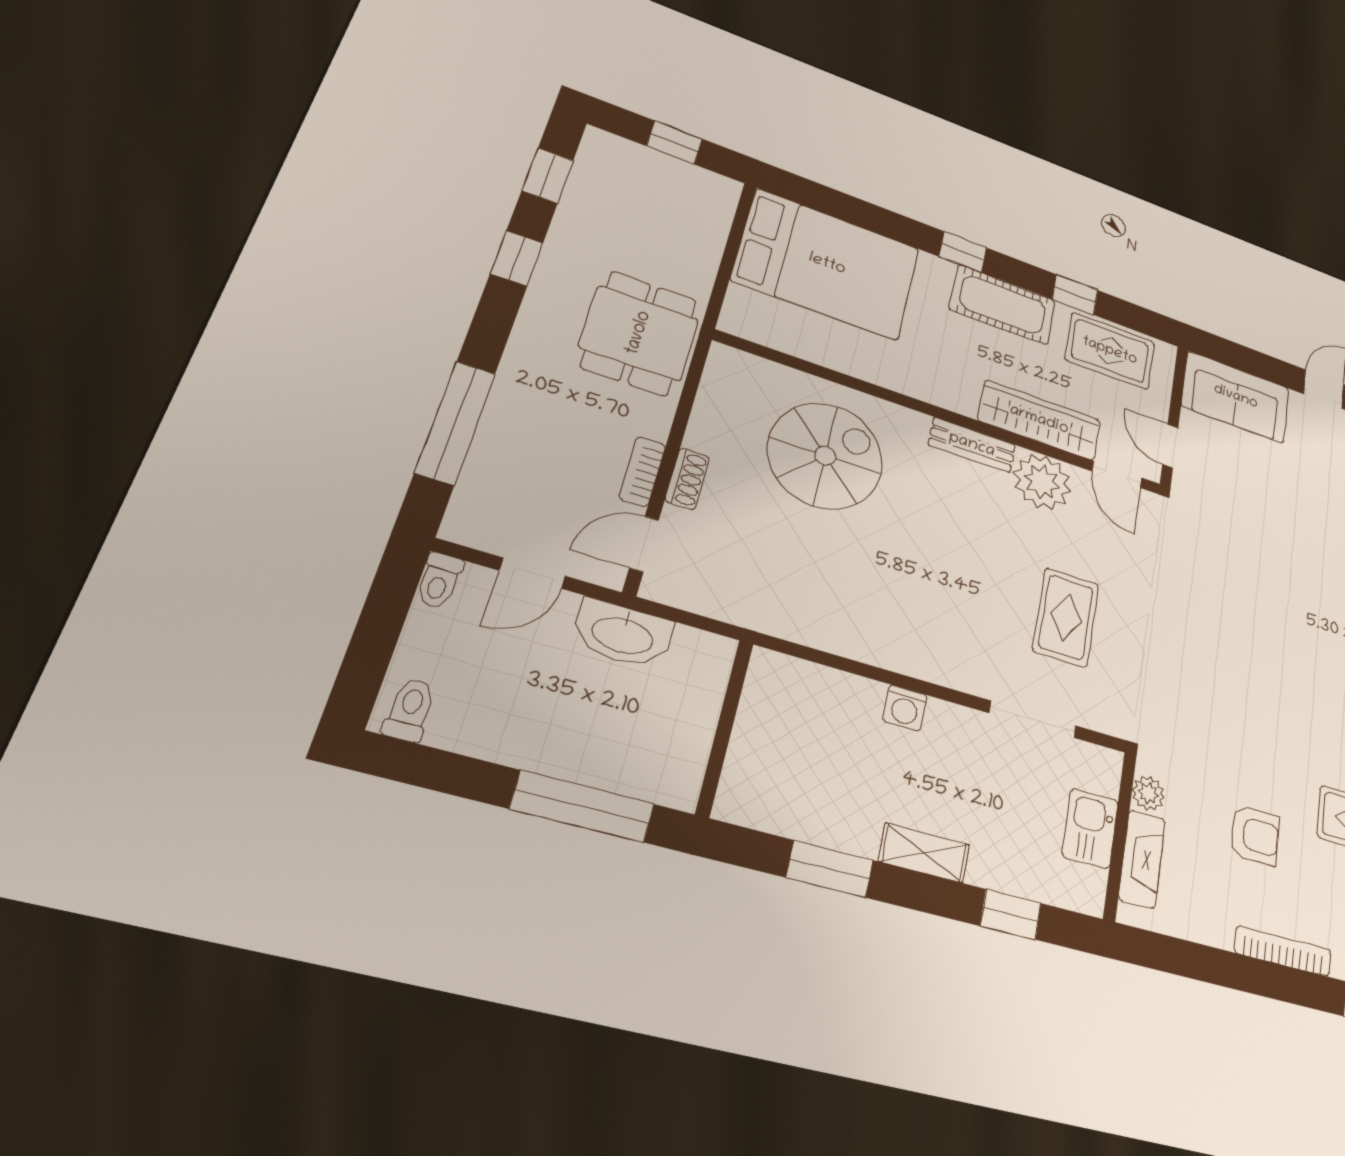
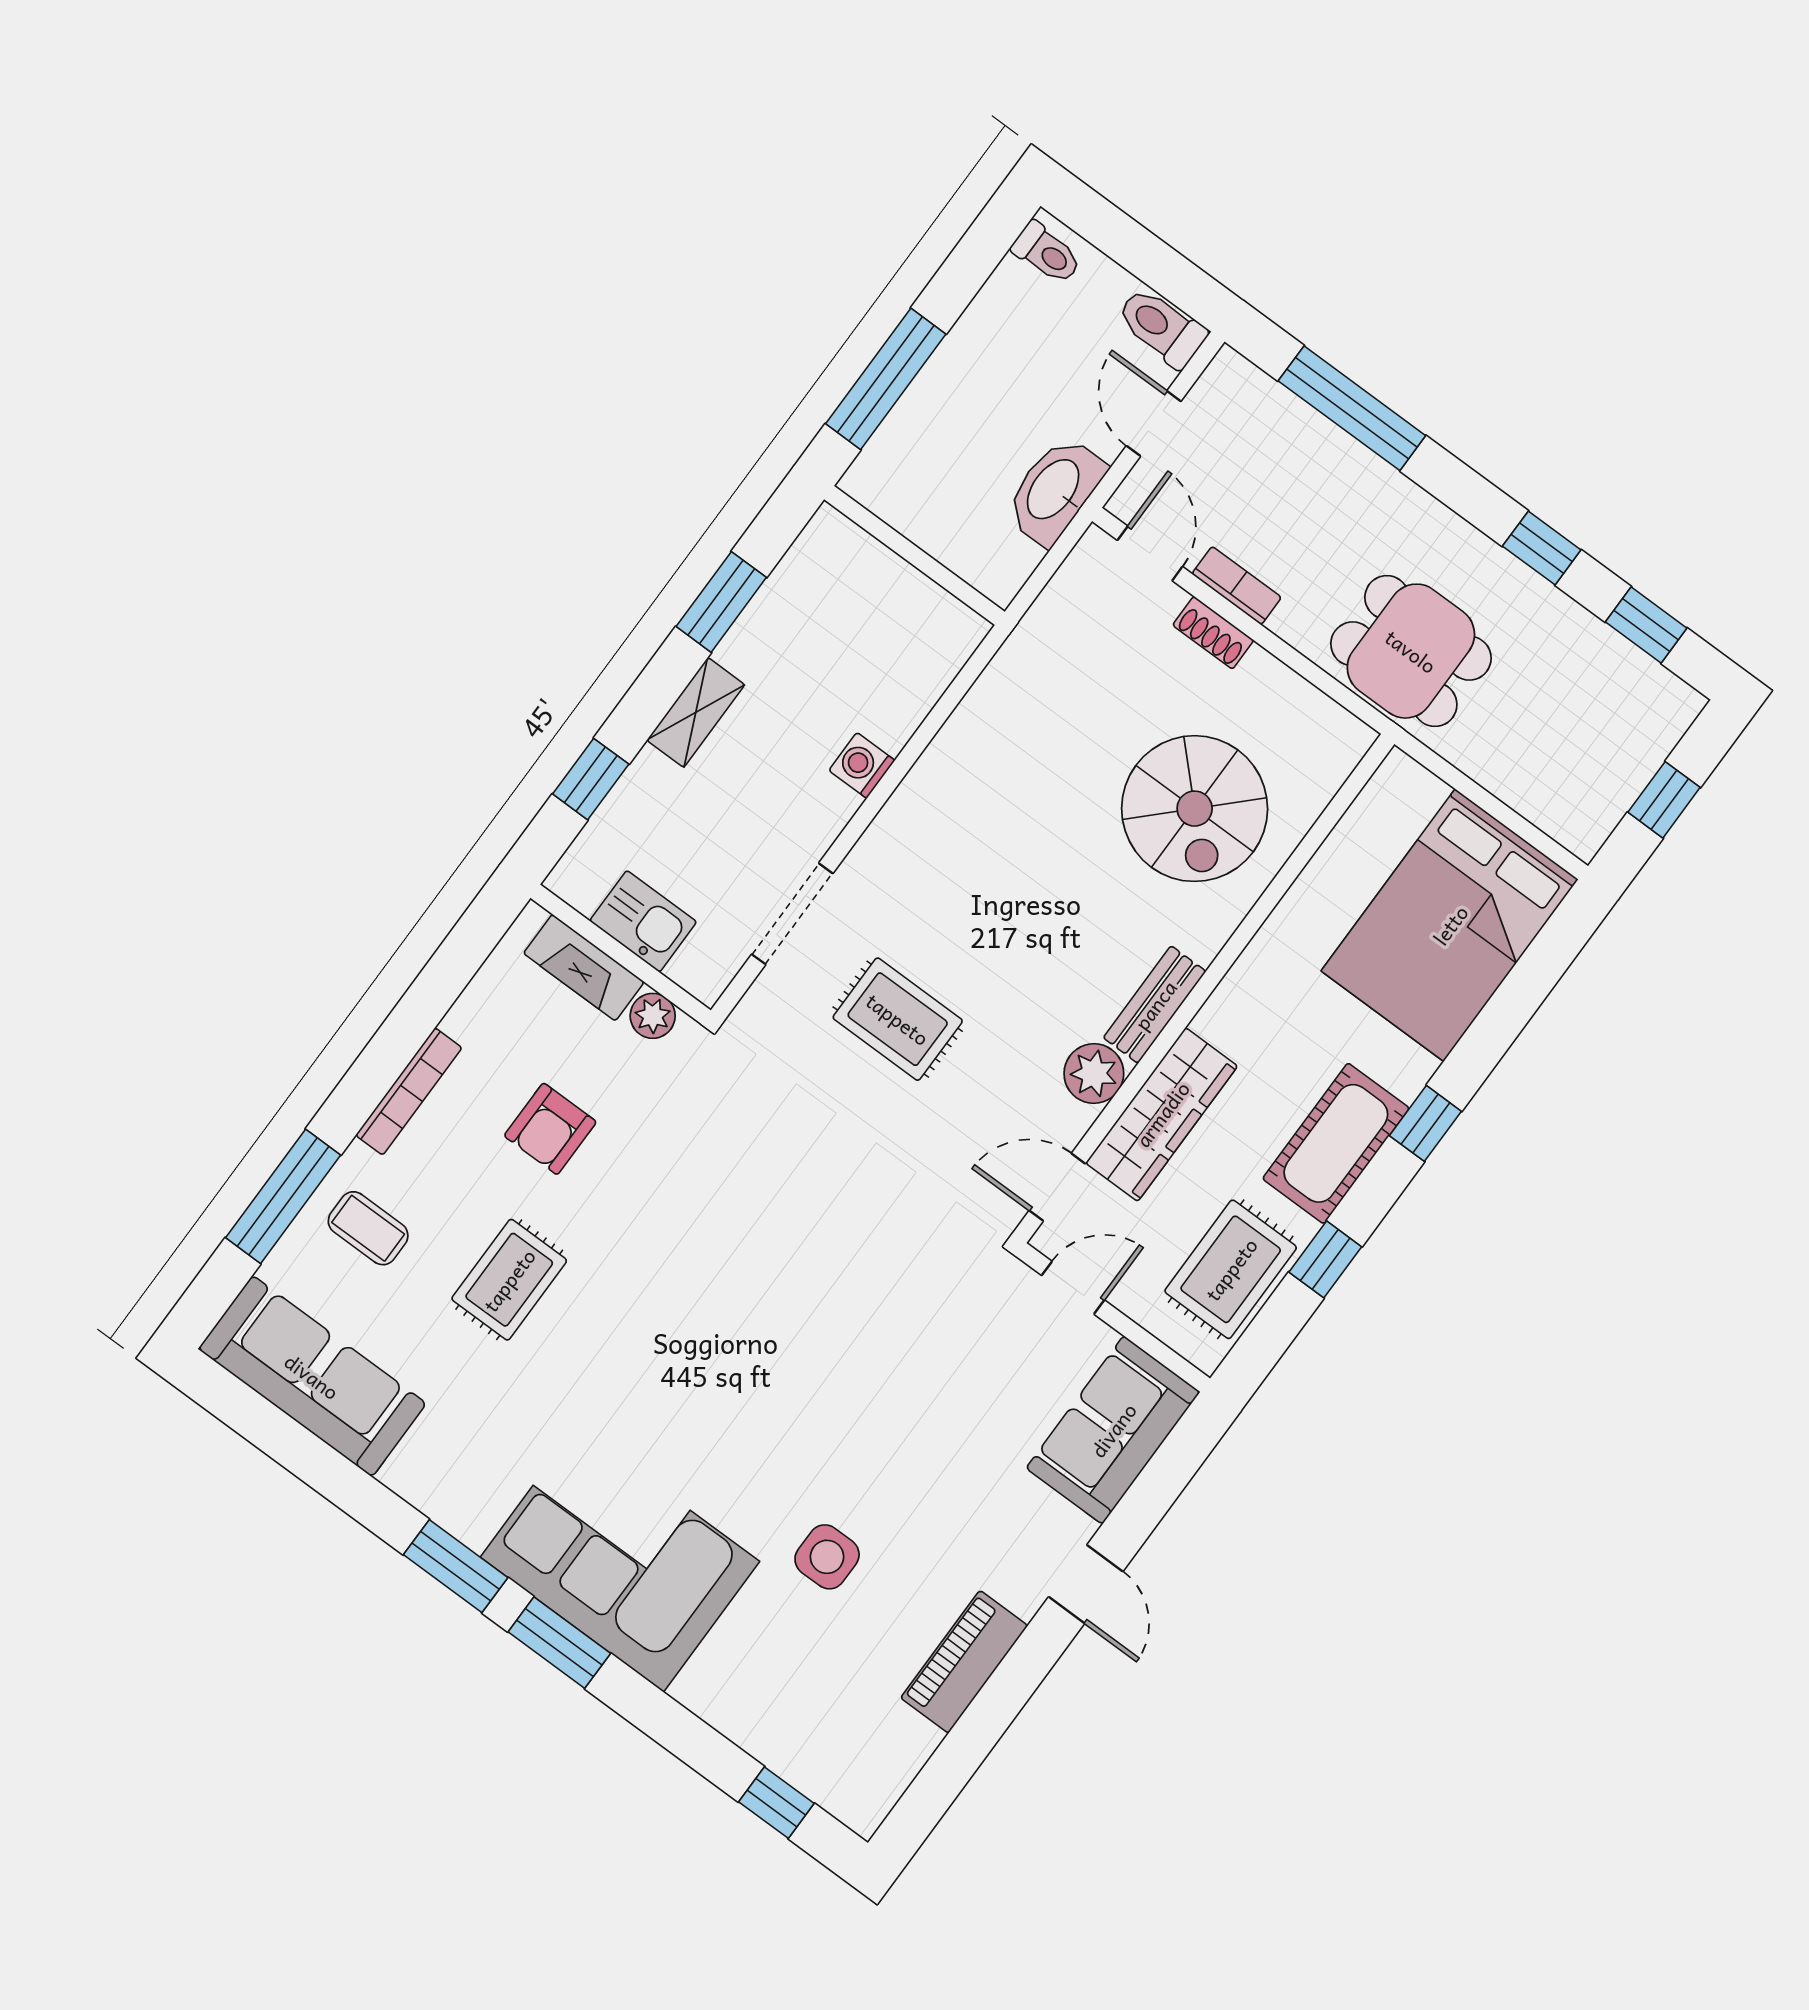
plant: (1042, 482) -> (1094, 1074), width x0.73, depth x0.73
toilet: (439, 581) -> (1161, 327), width x1.37, depth x1.39

